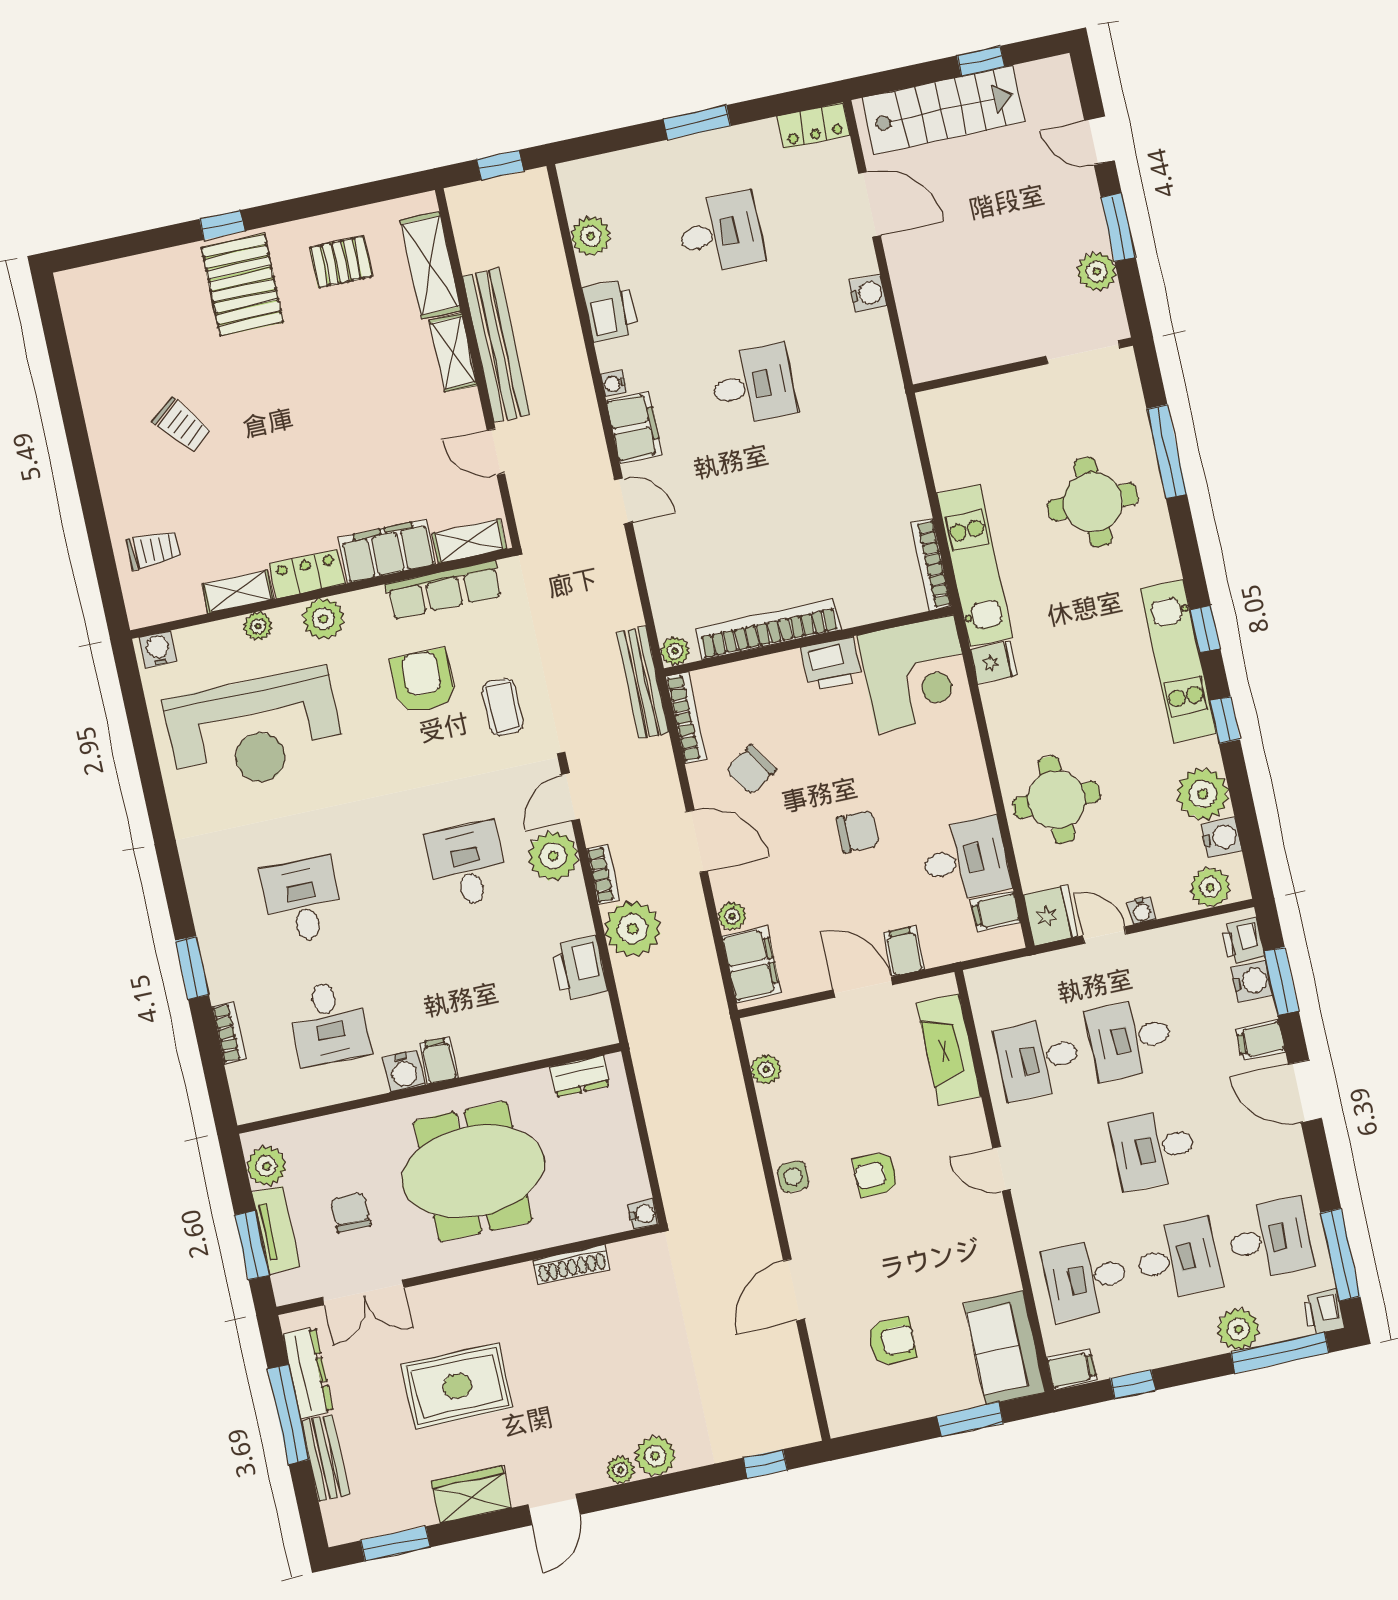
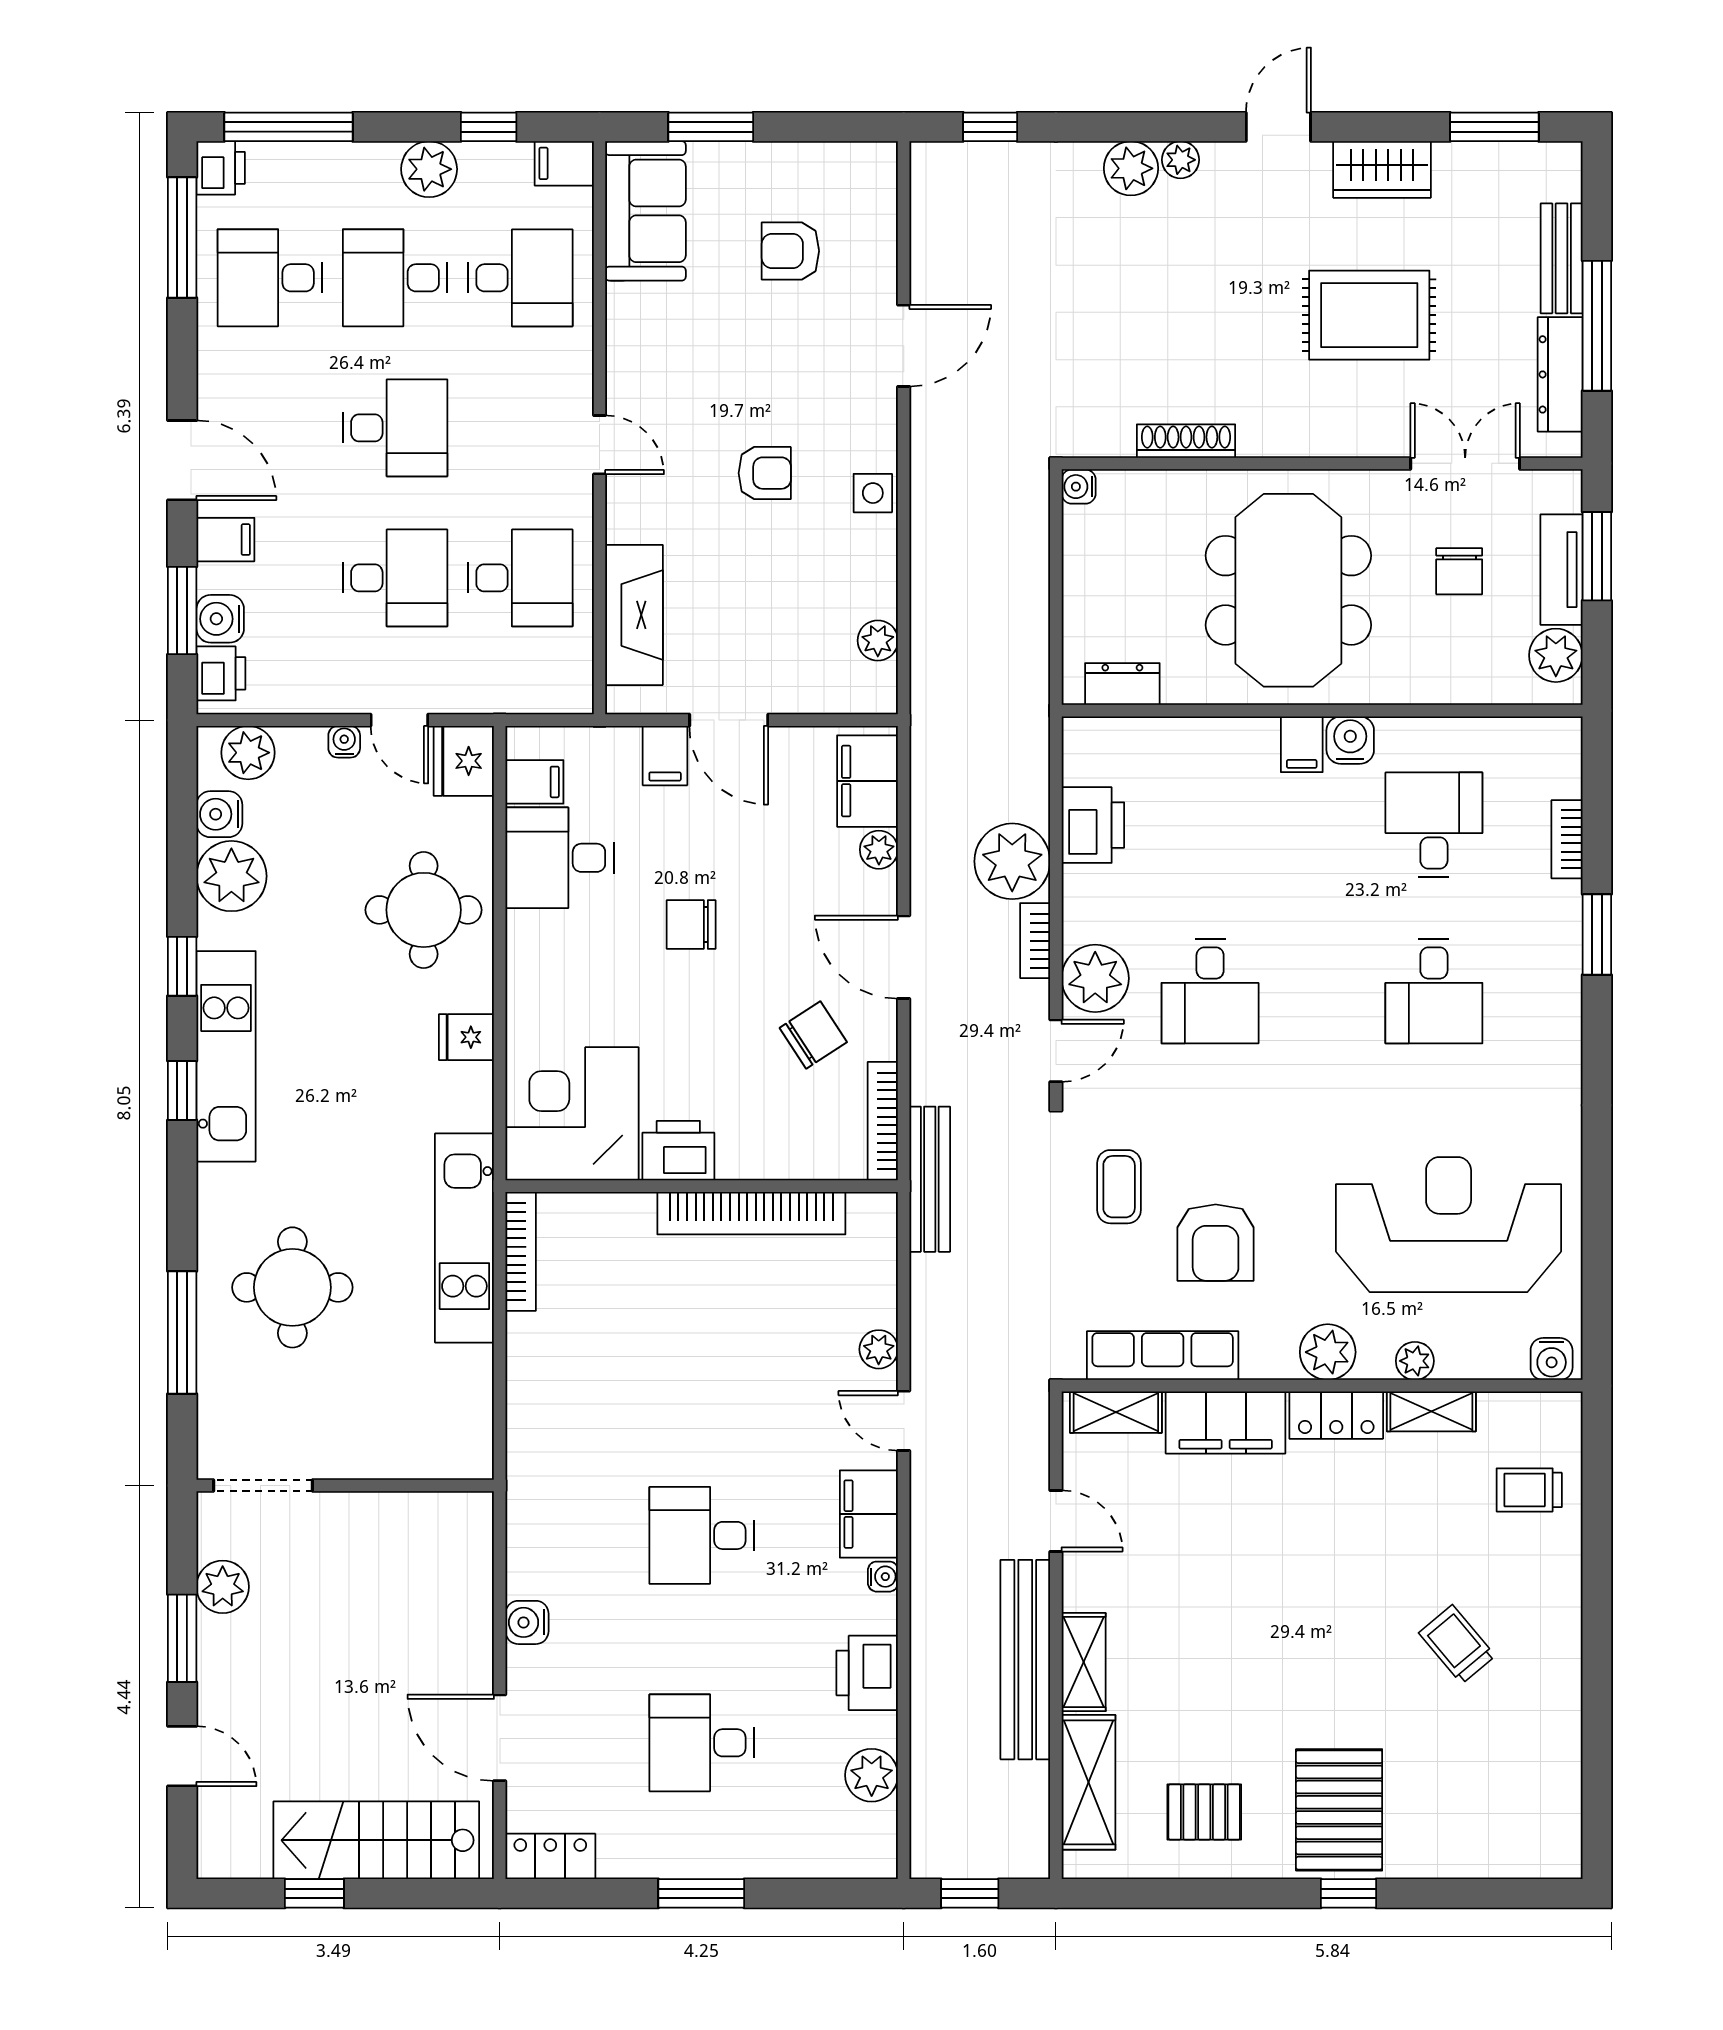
plant: (675, 651) -> (879, 1349), moved
fridge: (994, 662) -> (466, 1037), moved
meeting table: (473, 1171) -> (1288, 590), turned 90
plant: (1238, 1329) -> (429, 169), moved

